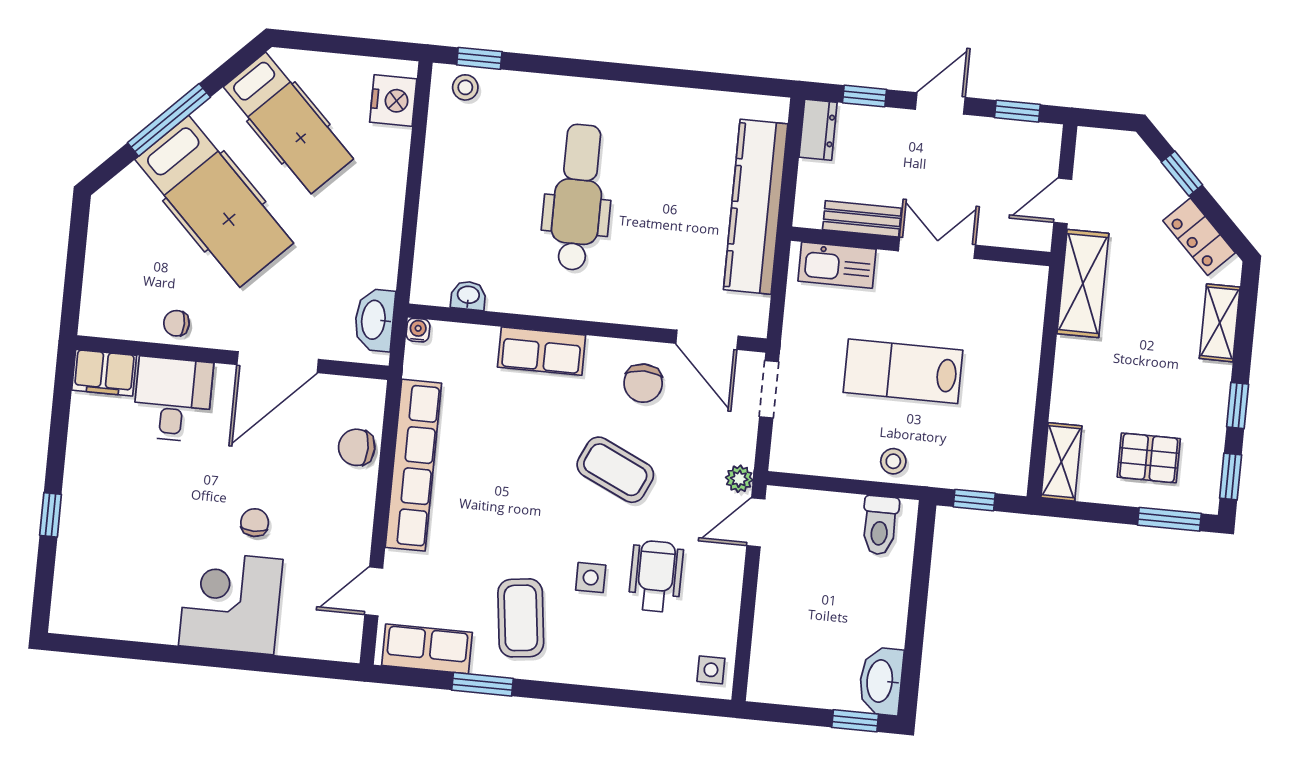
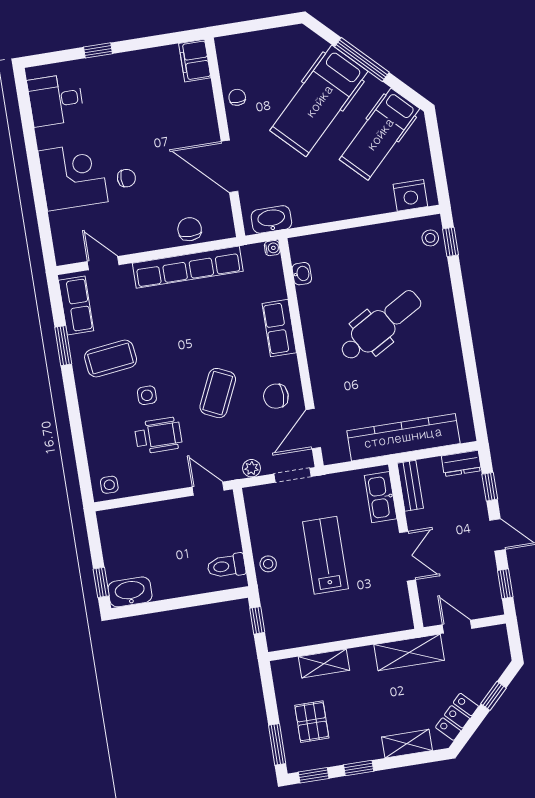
dental chair: (578, 197) -> (380, 325), turned -30
bench: (862, 219) -> (410, 486), moved
desk: (173, 399) -> (56, 100), moved, turned 180
shelving: (1061, 462) -> (324, 663), moved
plant: (739, 479) -> (252, 468), moved

